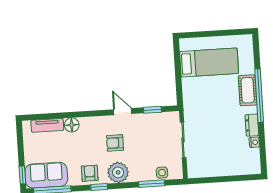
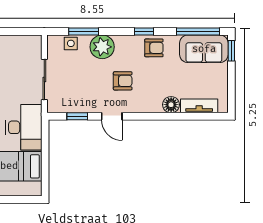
desk: (198, 97) -> (24, 127), added
plant: (118, 172) -> (102, 47), moved
armchair: (90, 173) -> (154, 48), turned -90

